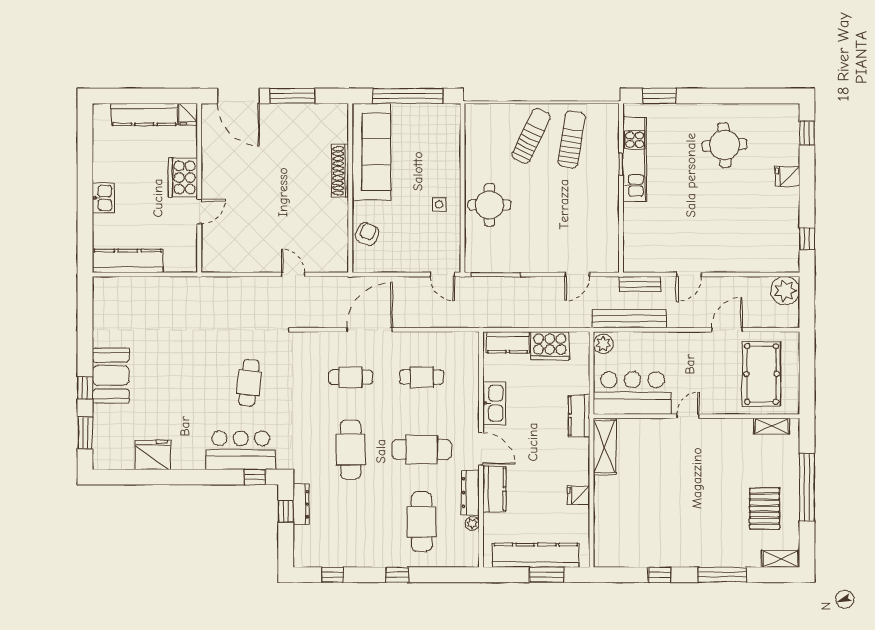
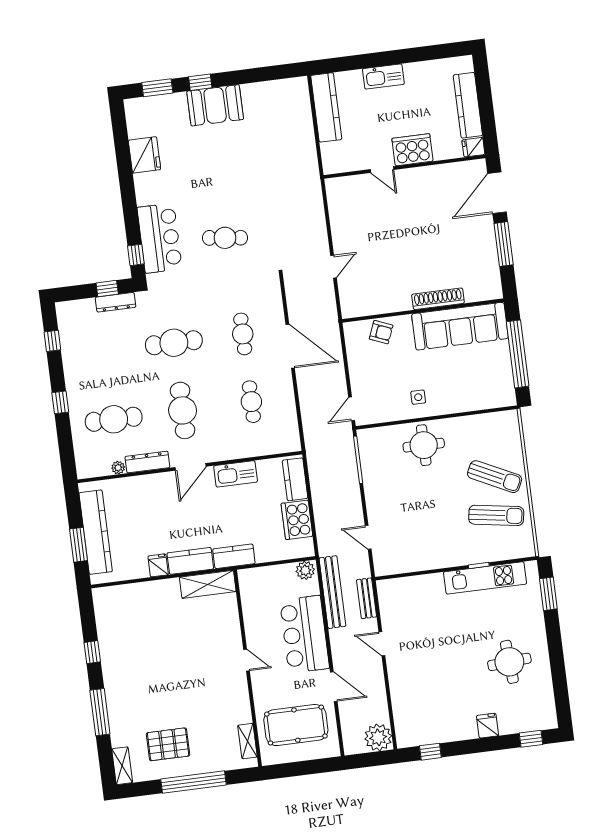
kitchen sink: (103, 198) -> (383, 76), width x1.38
bar counter: (632, 393) -> (305, 634), moved, turned 180
kitchen counter: (494, 489) -> (190, 561), moved, turned 180

